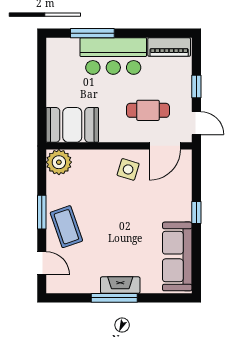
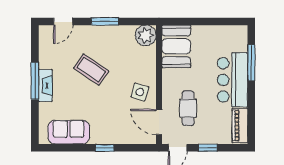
coffee table: (66, 227) -> (91, 70), moved, turned 53
sofa: (177, 256) -> (69, 132), width x0.73

